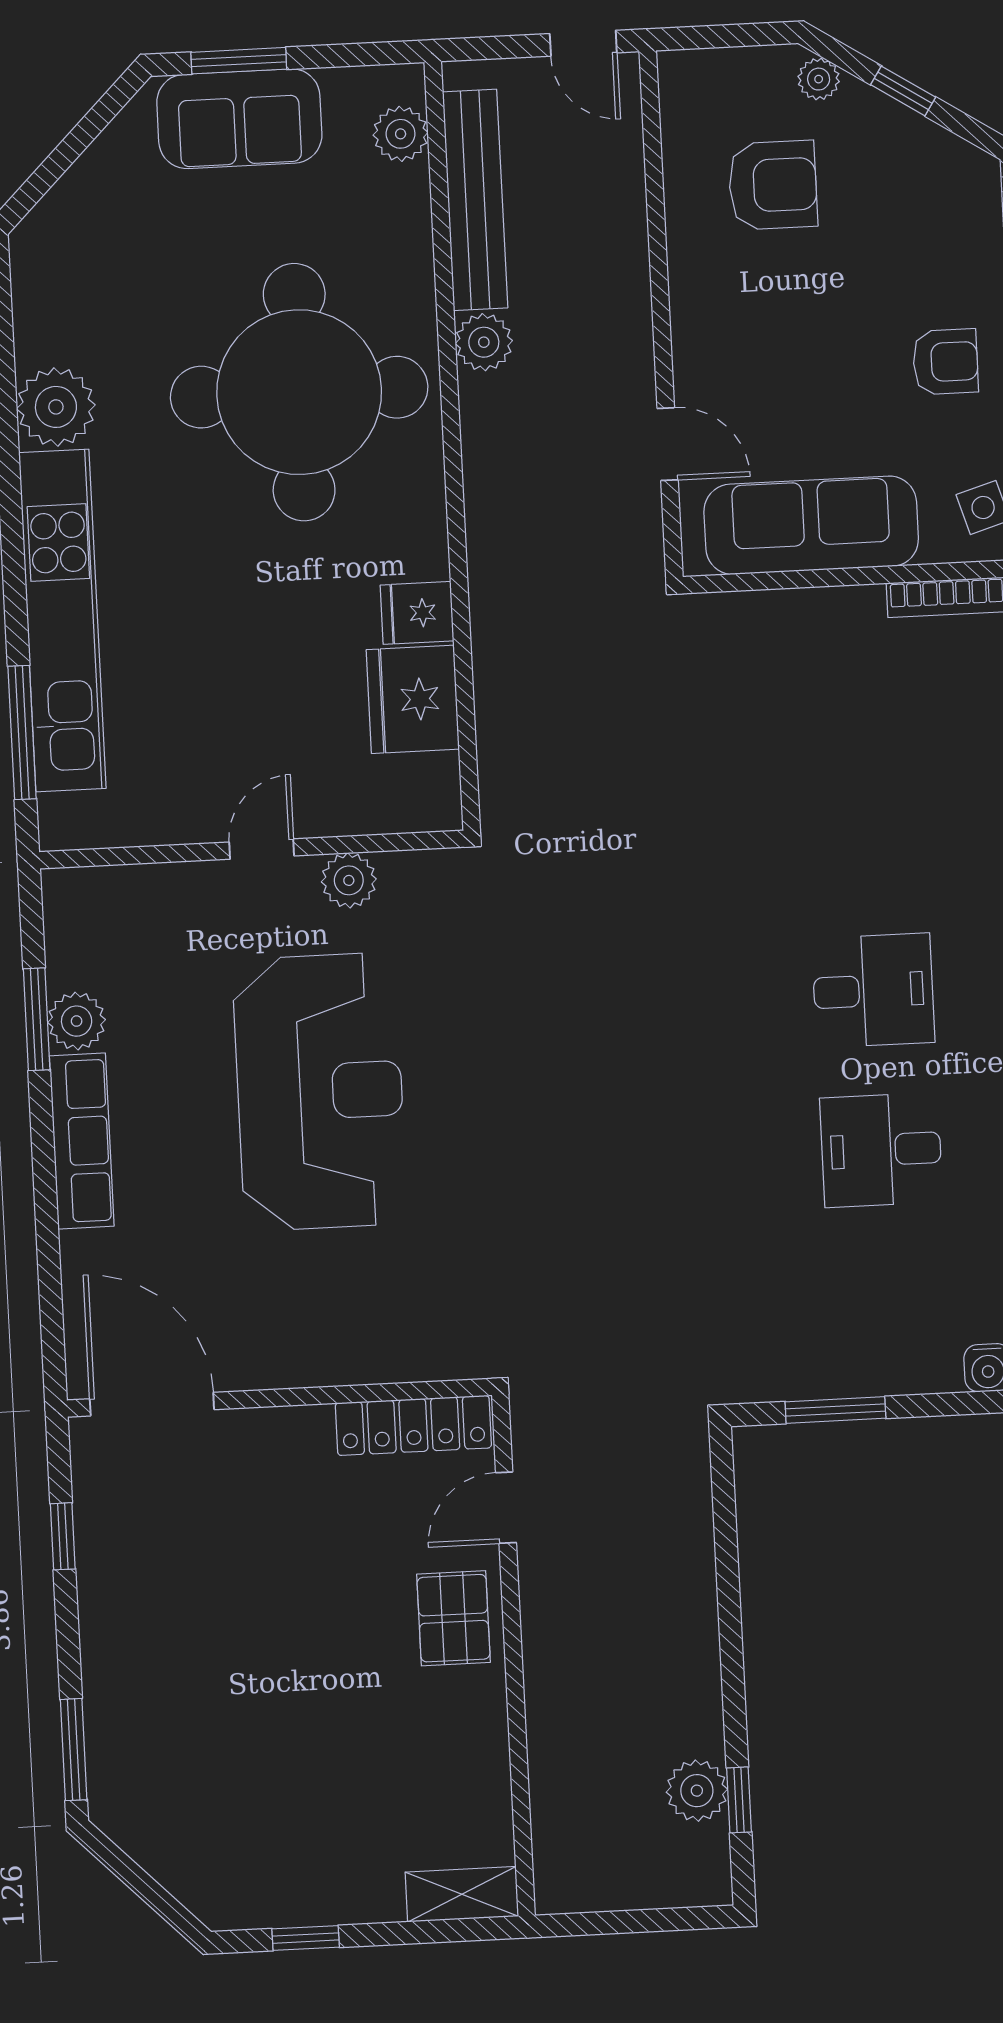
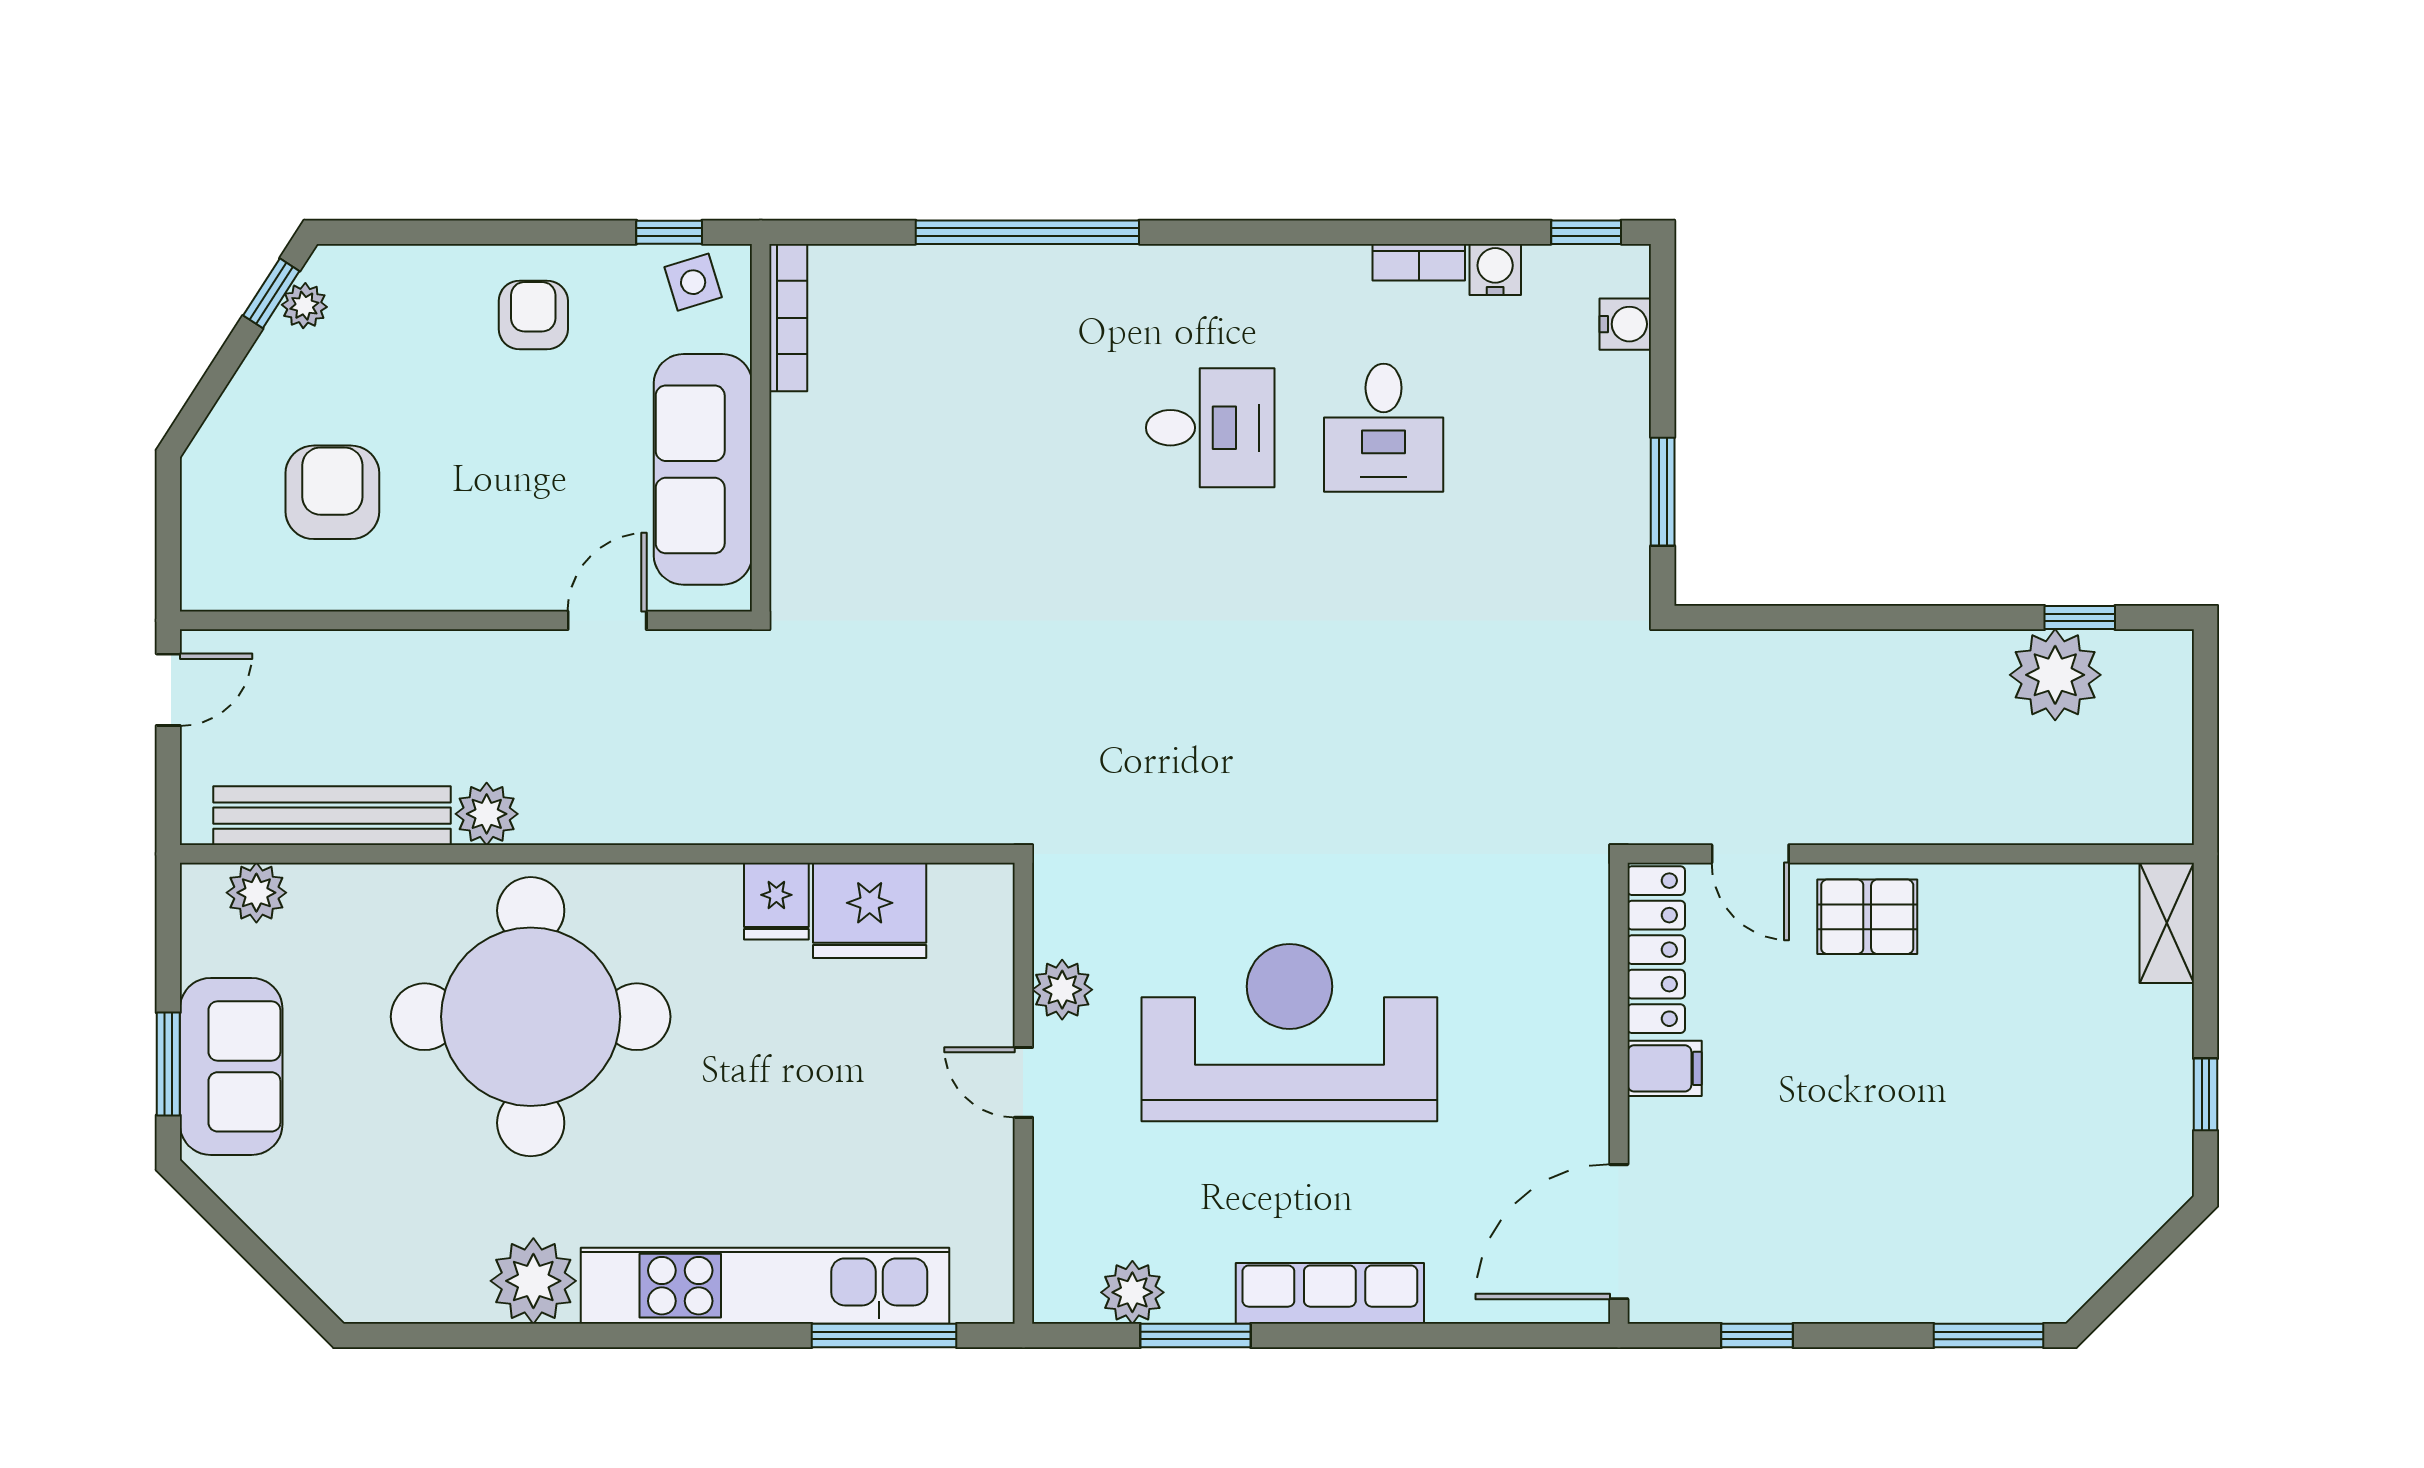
plant: (819, 79) -> (304, 306), moved
window: (903, 91) -> (271, 293), moved
desk: (873, 990) -> (1210, 428), turned 90
plant: (77, 1021) -> (1132, 1292), moved
filing cabinet: (304, 1439) -> (1665, 1068), added
plant: (697, 1791) -> (2055, 675), width x1.36, depth x1.36

